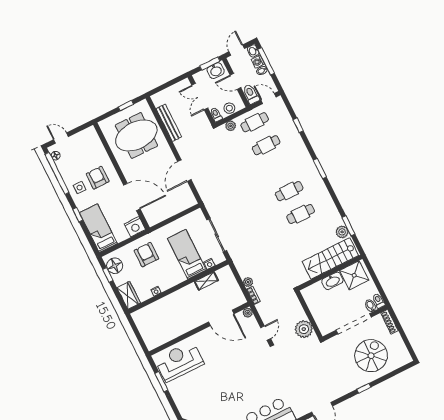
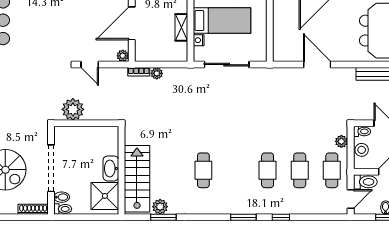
window: (298, 125) -> (281, 217), moved
cafe table: (289, 191) -> (268, 170), moved

